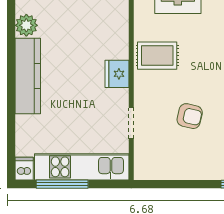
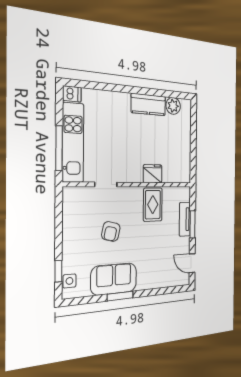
fridge: (117, 74) -> (153, 174), moved
kitchen counter: (28, 76) -> (148, 105), width x0.67
window: (62, 184) -> (59, 148), moved

